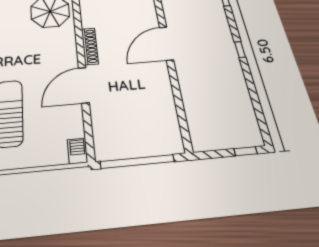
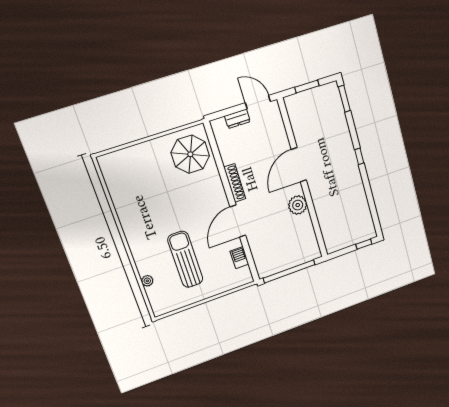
plant: (160, 84) -> (298, 205), added
barbecue: (77, 151) -> (239, 258), moved

